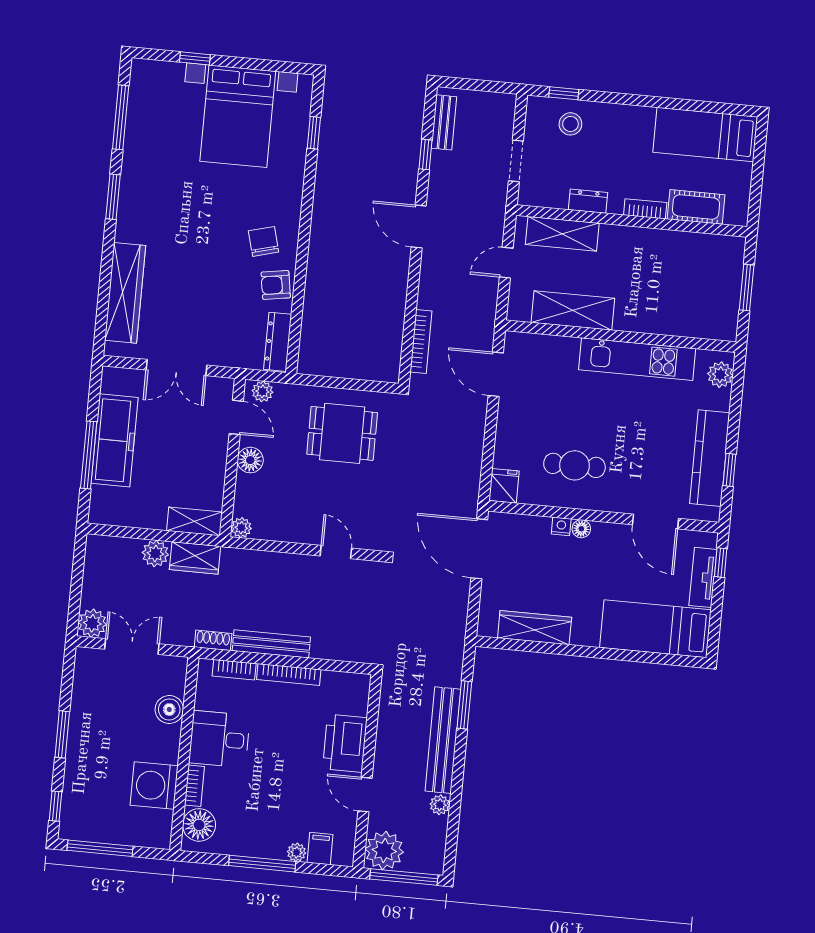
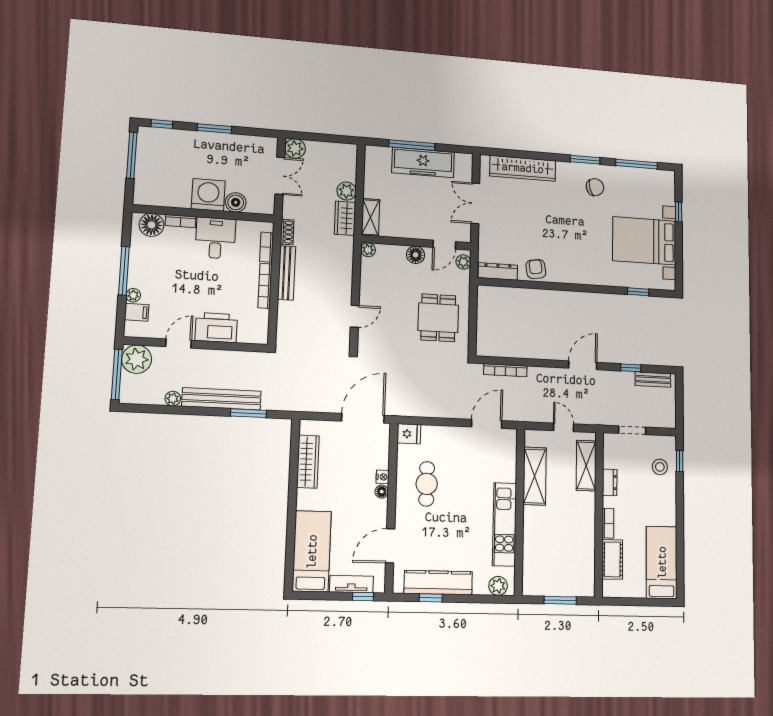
chair: (264, 241) -> (595, 187), moved
washing machine: (154, 786) -> (208, 195), moved

